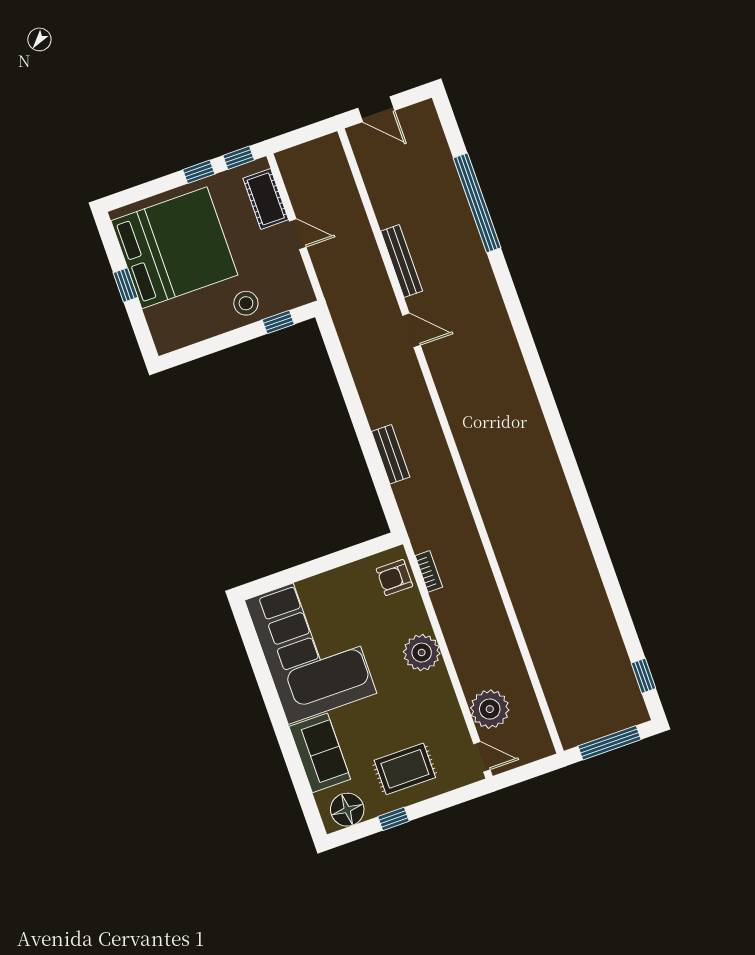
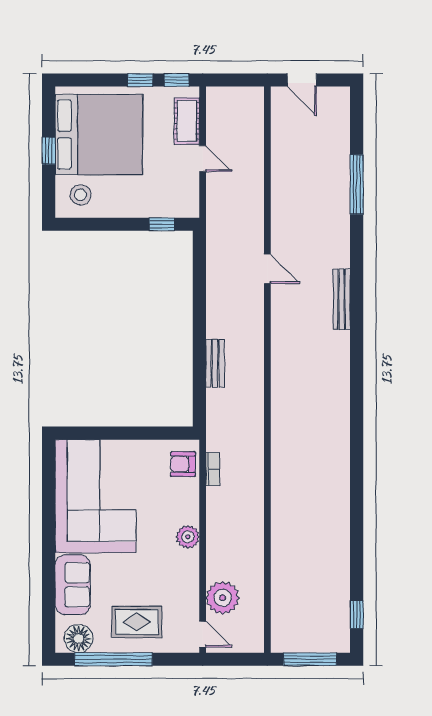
window: (477, 203) -> (357, 184), width x0.68
bench: (402, 261) -> (342, 299), moved
stool: (246, 303) -> (81, 195), moved
plant: (422, 653) -> (188, 537), width x0.73, depth x0.73
window: (393, 819) -> (113, 659), width x3.17

